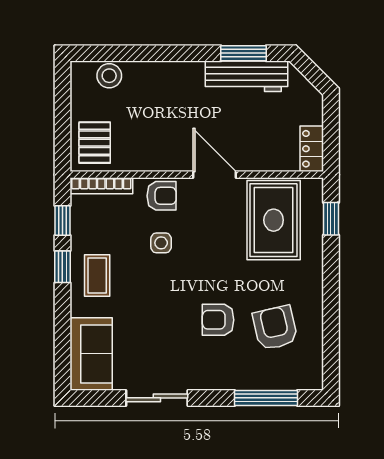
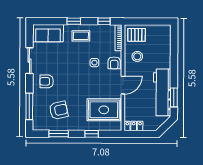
stool: (109, 76) -> (137, 56), moved
workbench: (247, 76) -> (162, 92), width x1.36, depth x1.32
window: (331, 219) -> (92, 134), moved
window: (62, 267) -> (74, 21), moved
armchair: (218, 320) -> (47, 81), moved, turned -90
window: (331, 328) -> (59, 134), added

